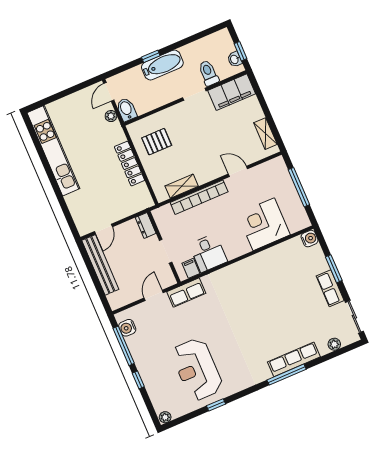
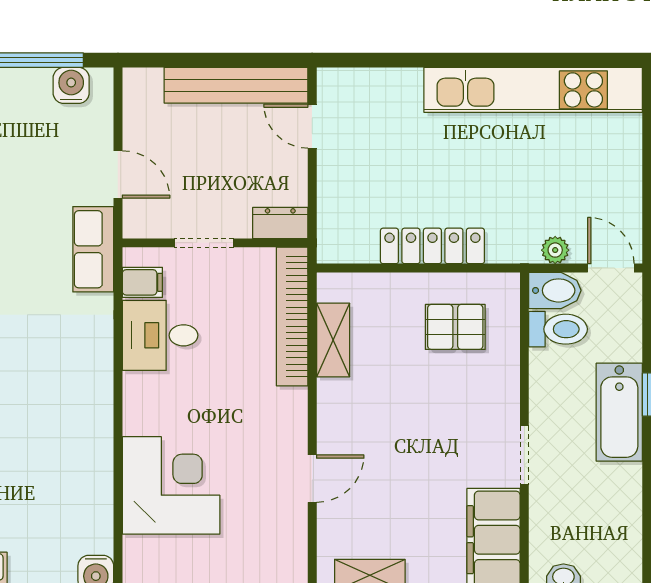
toilet: (208, 73) -> (558, 329), moved
pallet: (157, 142) -> (455, 327), turned 90
bookcase: (199, 197) -> (292, 317), moved

